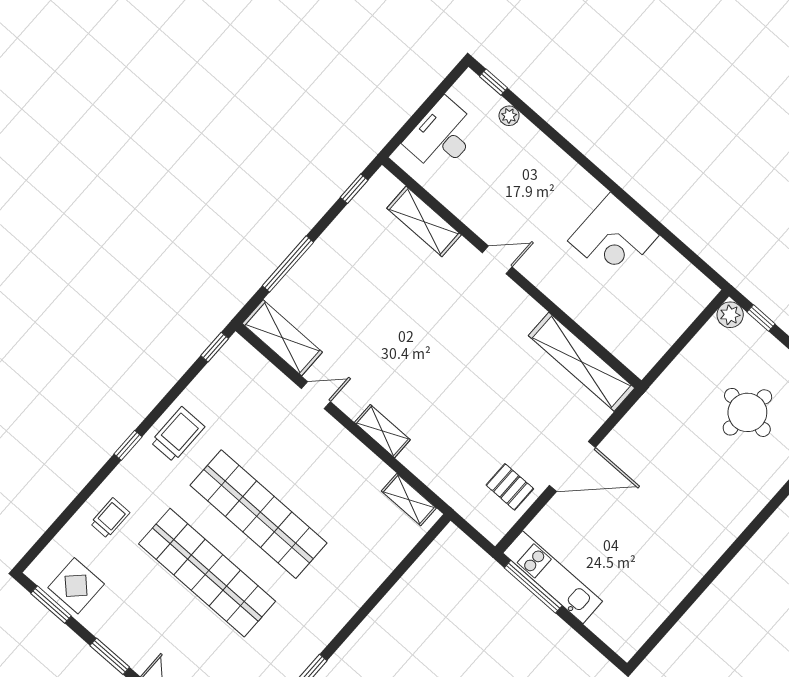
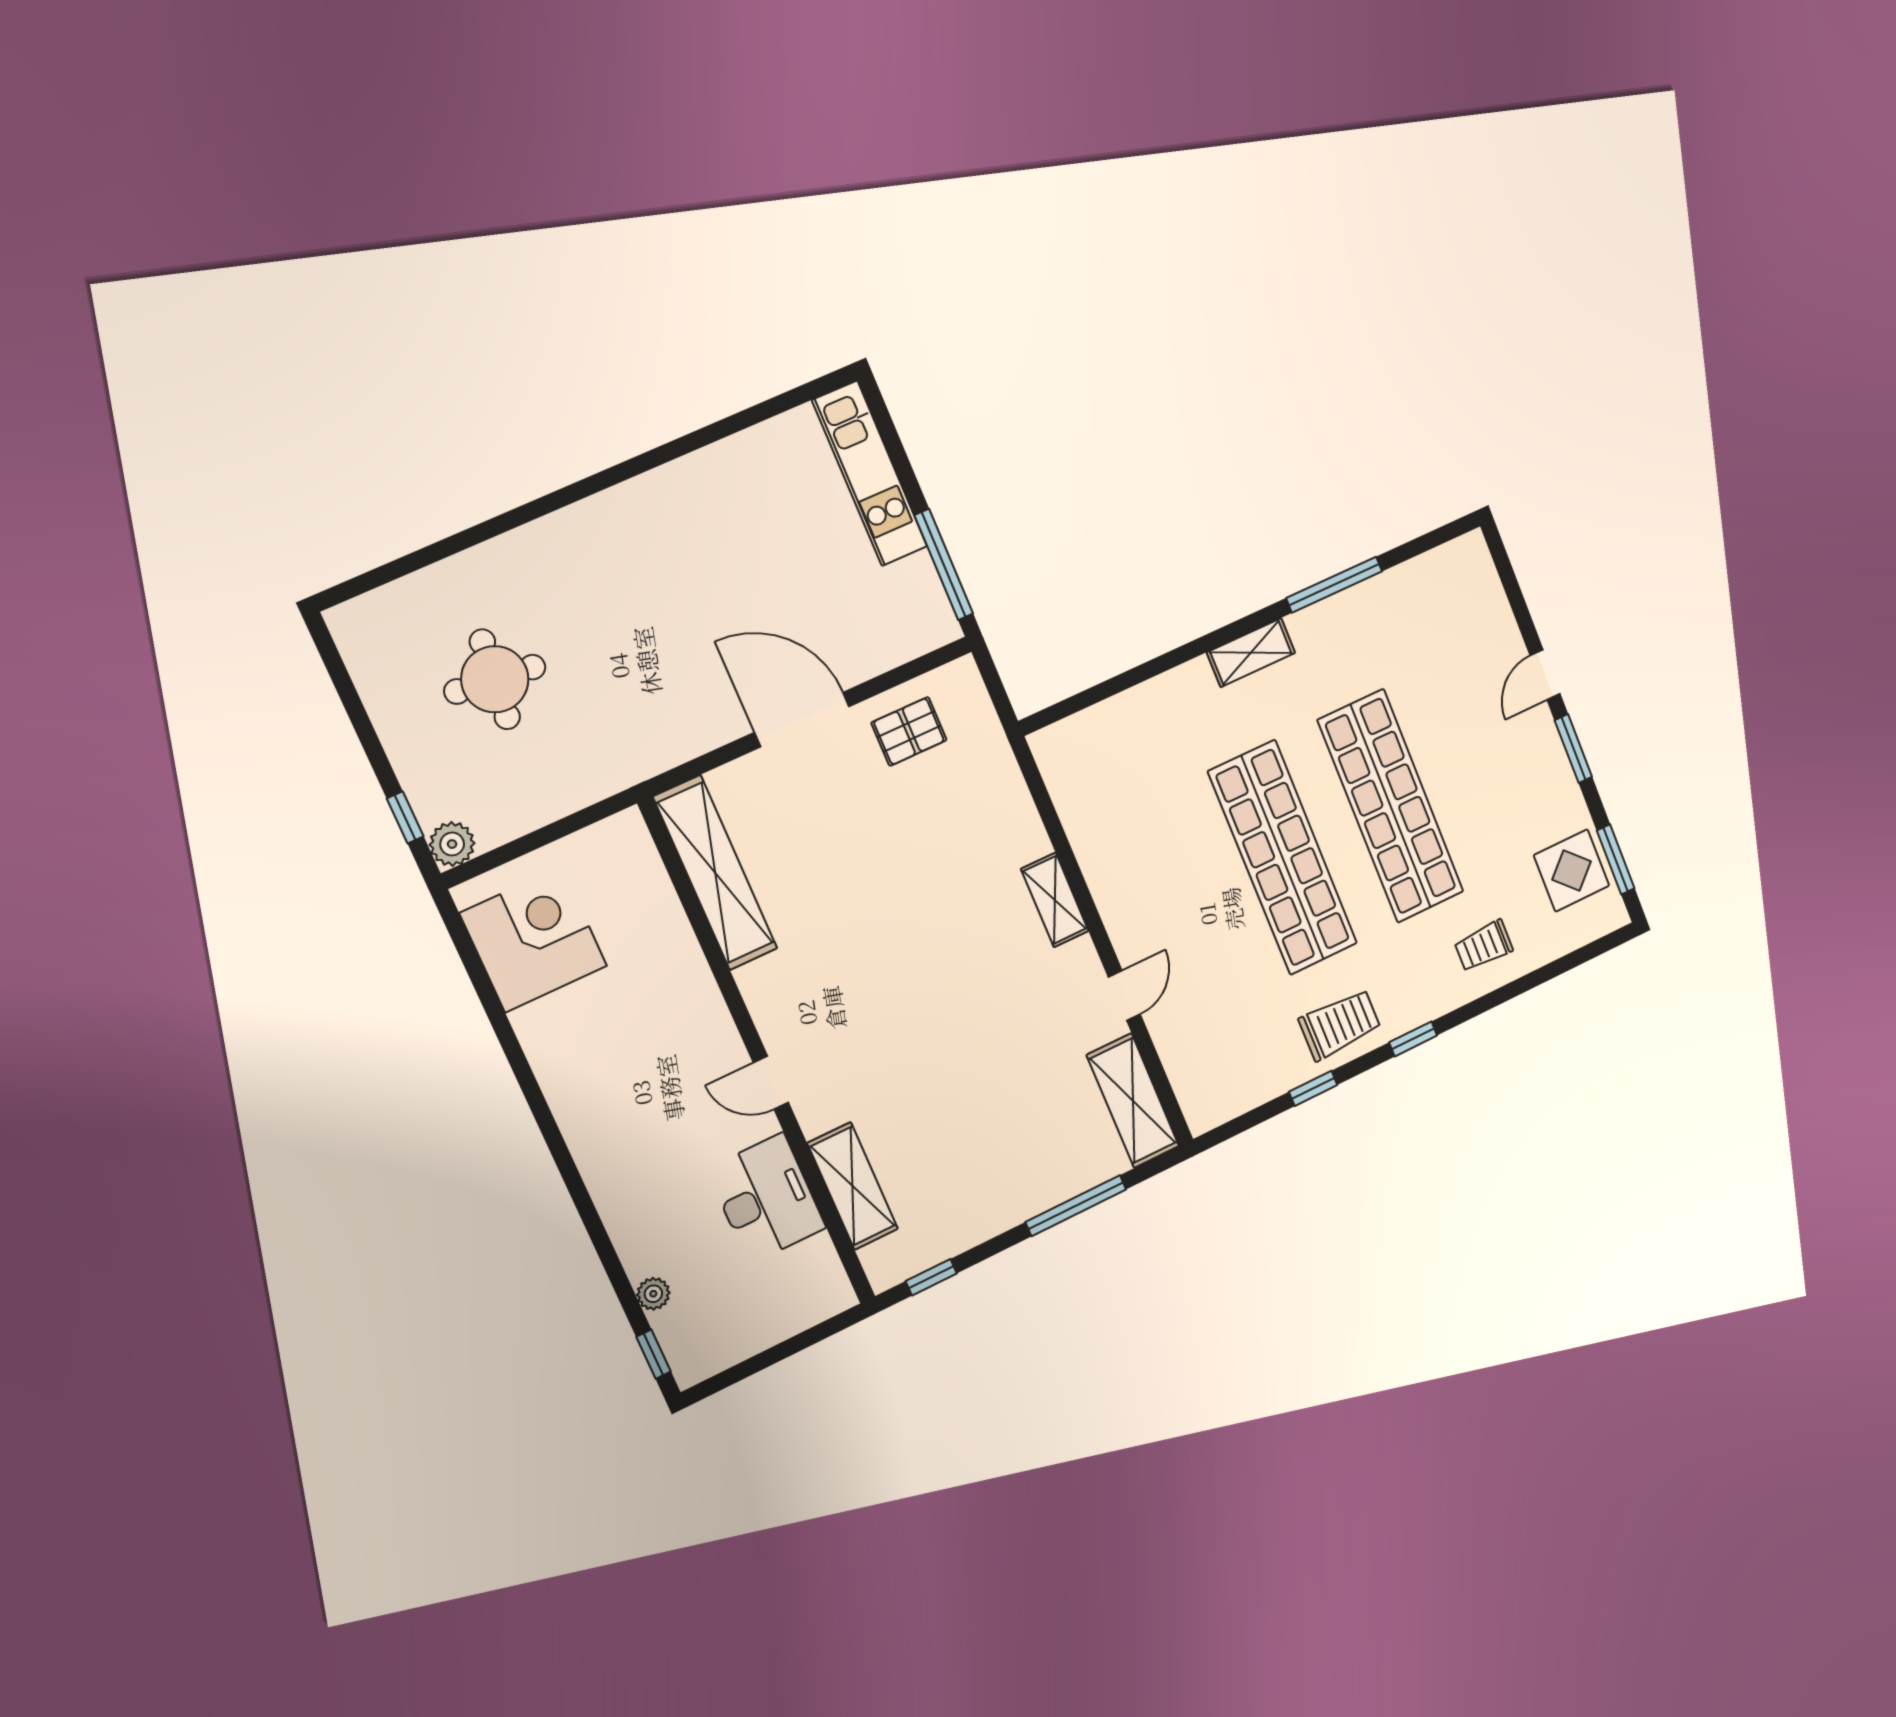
desk: (442, 136) -> (766, 1199), moved, turned -90
corner desk: (613, 238) -> (533, 940), moved
window: (215, 347) -> (1313, 1088), moved
door: (316, 395) -> (1124, 995), swing flipped
trolley: (178, 434) -> (1340, 1024), turned 180
pallet: (510, 487) -> (909, 731), turned 90
shelving: (409, 500) -> (1251, 653), moved, turned 90
kitchen unit: (553, 577) -> (870, 474), moved

